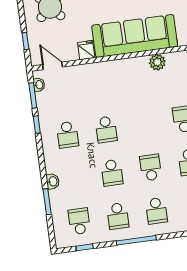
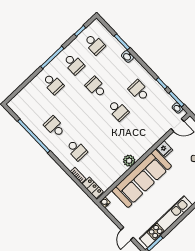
plant: (157, 62) -> (129, 161), moved
school desk: (106, 129) -> (118, 110), turned 180
school desk: (151, 168) -> (75, 107), removed
school desk: (156, 211) -> (53, 84), turned 180
school desk: (118, 216) -> (74, 64), turned 180

